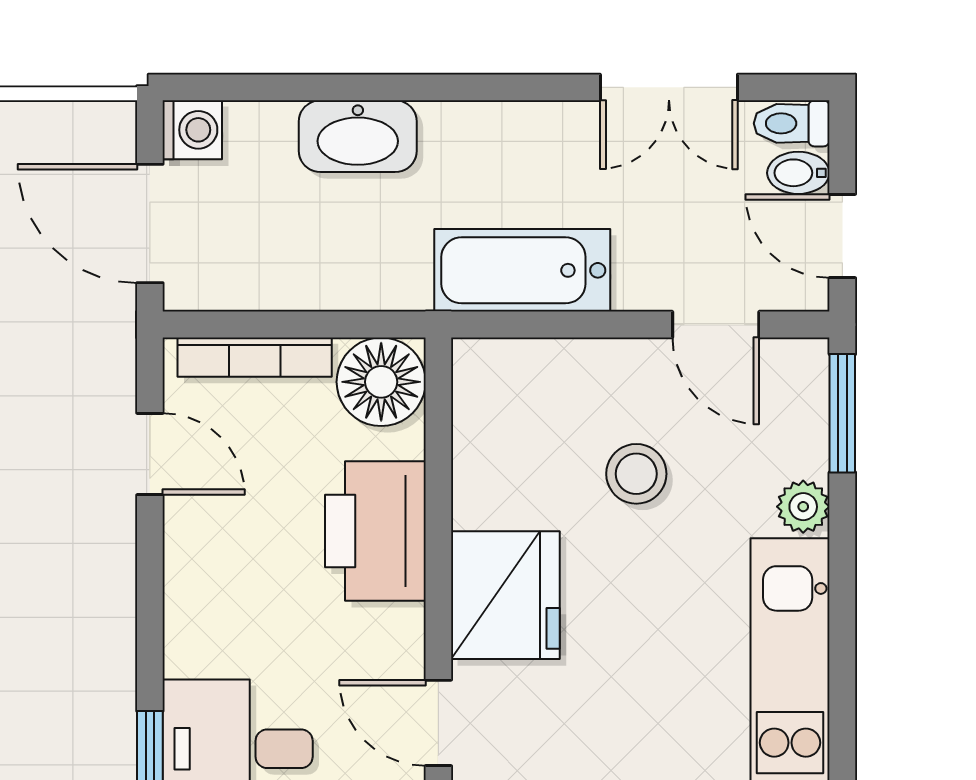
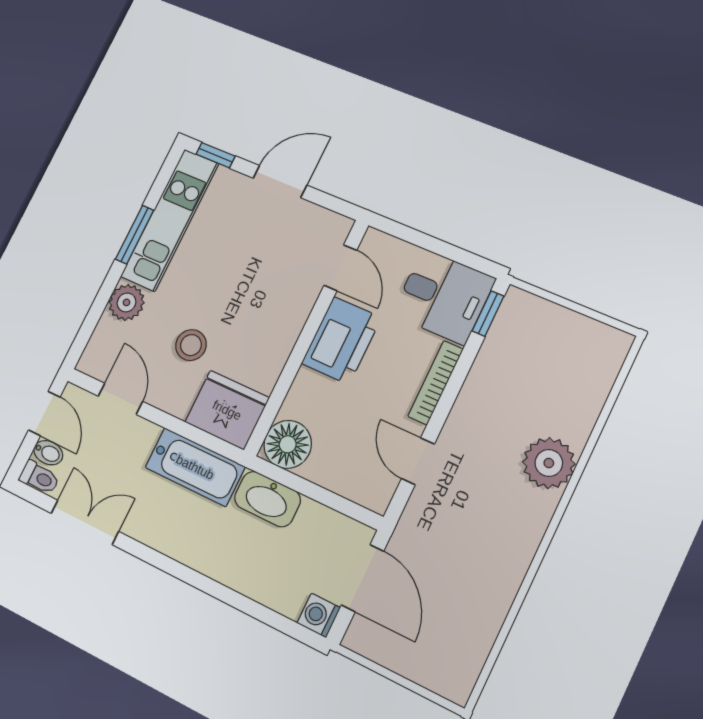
washbasin: (358, 136) -> (267, 499), moved, turned 180
bookcase: (255, 357) -> (436, 383), moved, turned -90
window: (842, 413) -> (135, 235), moved
plant: (803, 507) -> (127, 302), width x1.38, depth x1.38
printer: (375, 531) -> (341, 341), moved
fridge: (505, 595) -> (227, 410), moved, turned 90

